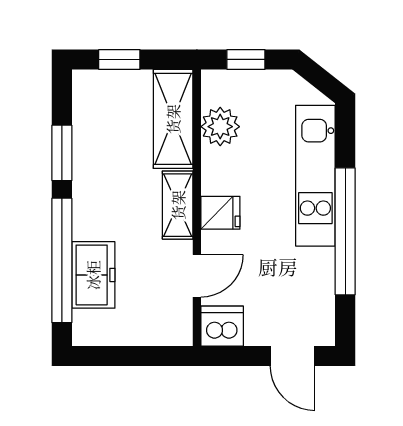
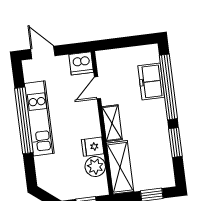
kitchen unit: (315, 176) -> (39, 118), moved
fridge: (220, 213) -> (93, 147), moved

